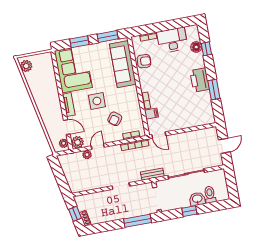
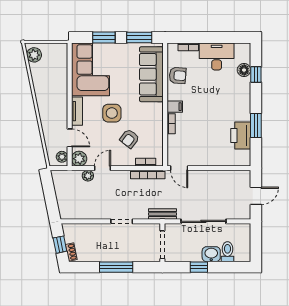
printer: (200, 80) -> (241, 136), moved
filing cabinet: (151, 114) -> (175, 107), moved
window: (138, 221) -> (116, 267), moved

